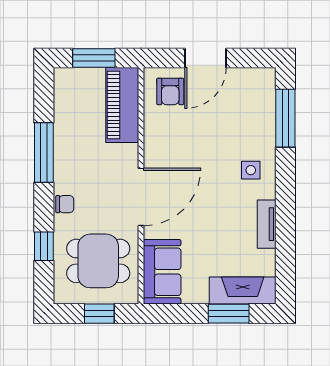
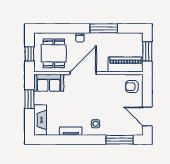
door: (205, 58) -> (147, 116), moved
door: (141, 197) -> (83, 73), swing flipped
window: (44, 246) -> (61, 28), removed
window: (229, 314) -> (29, 99), moved

